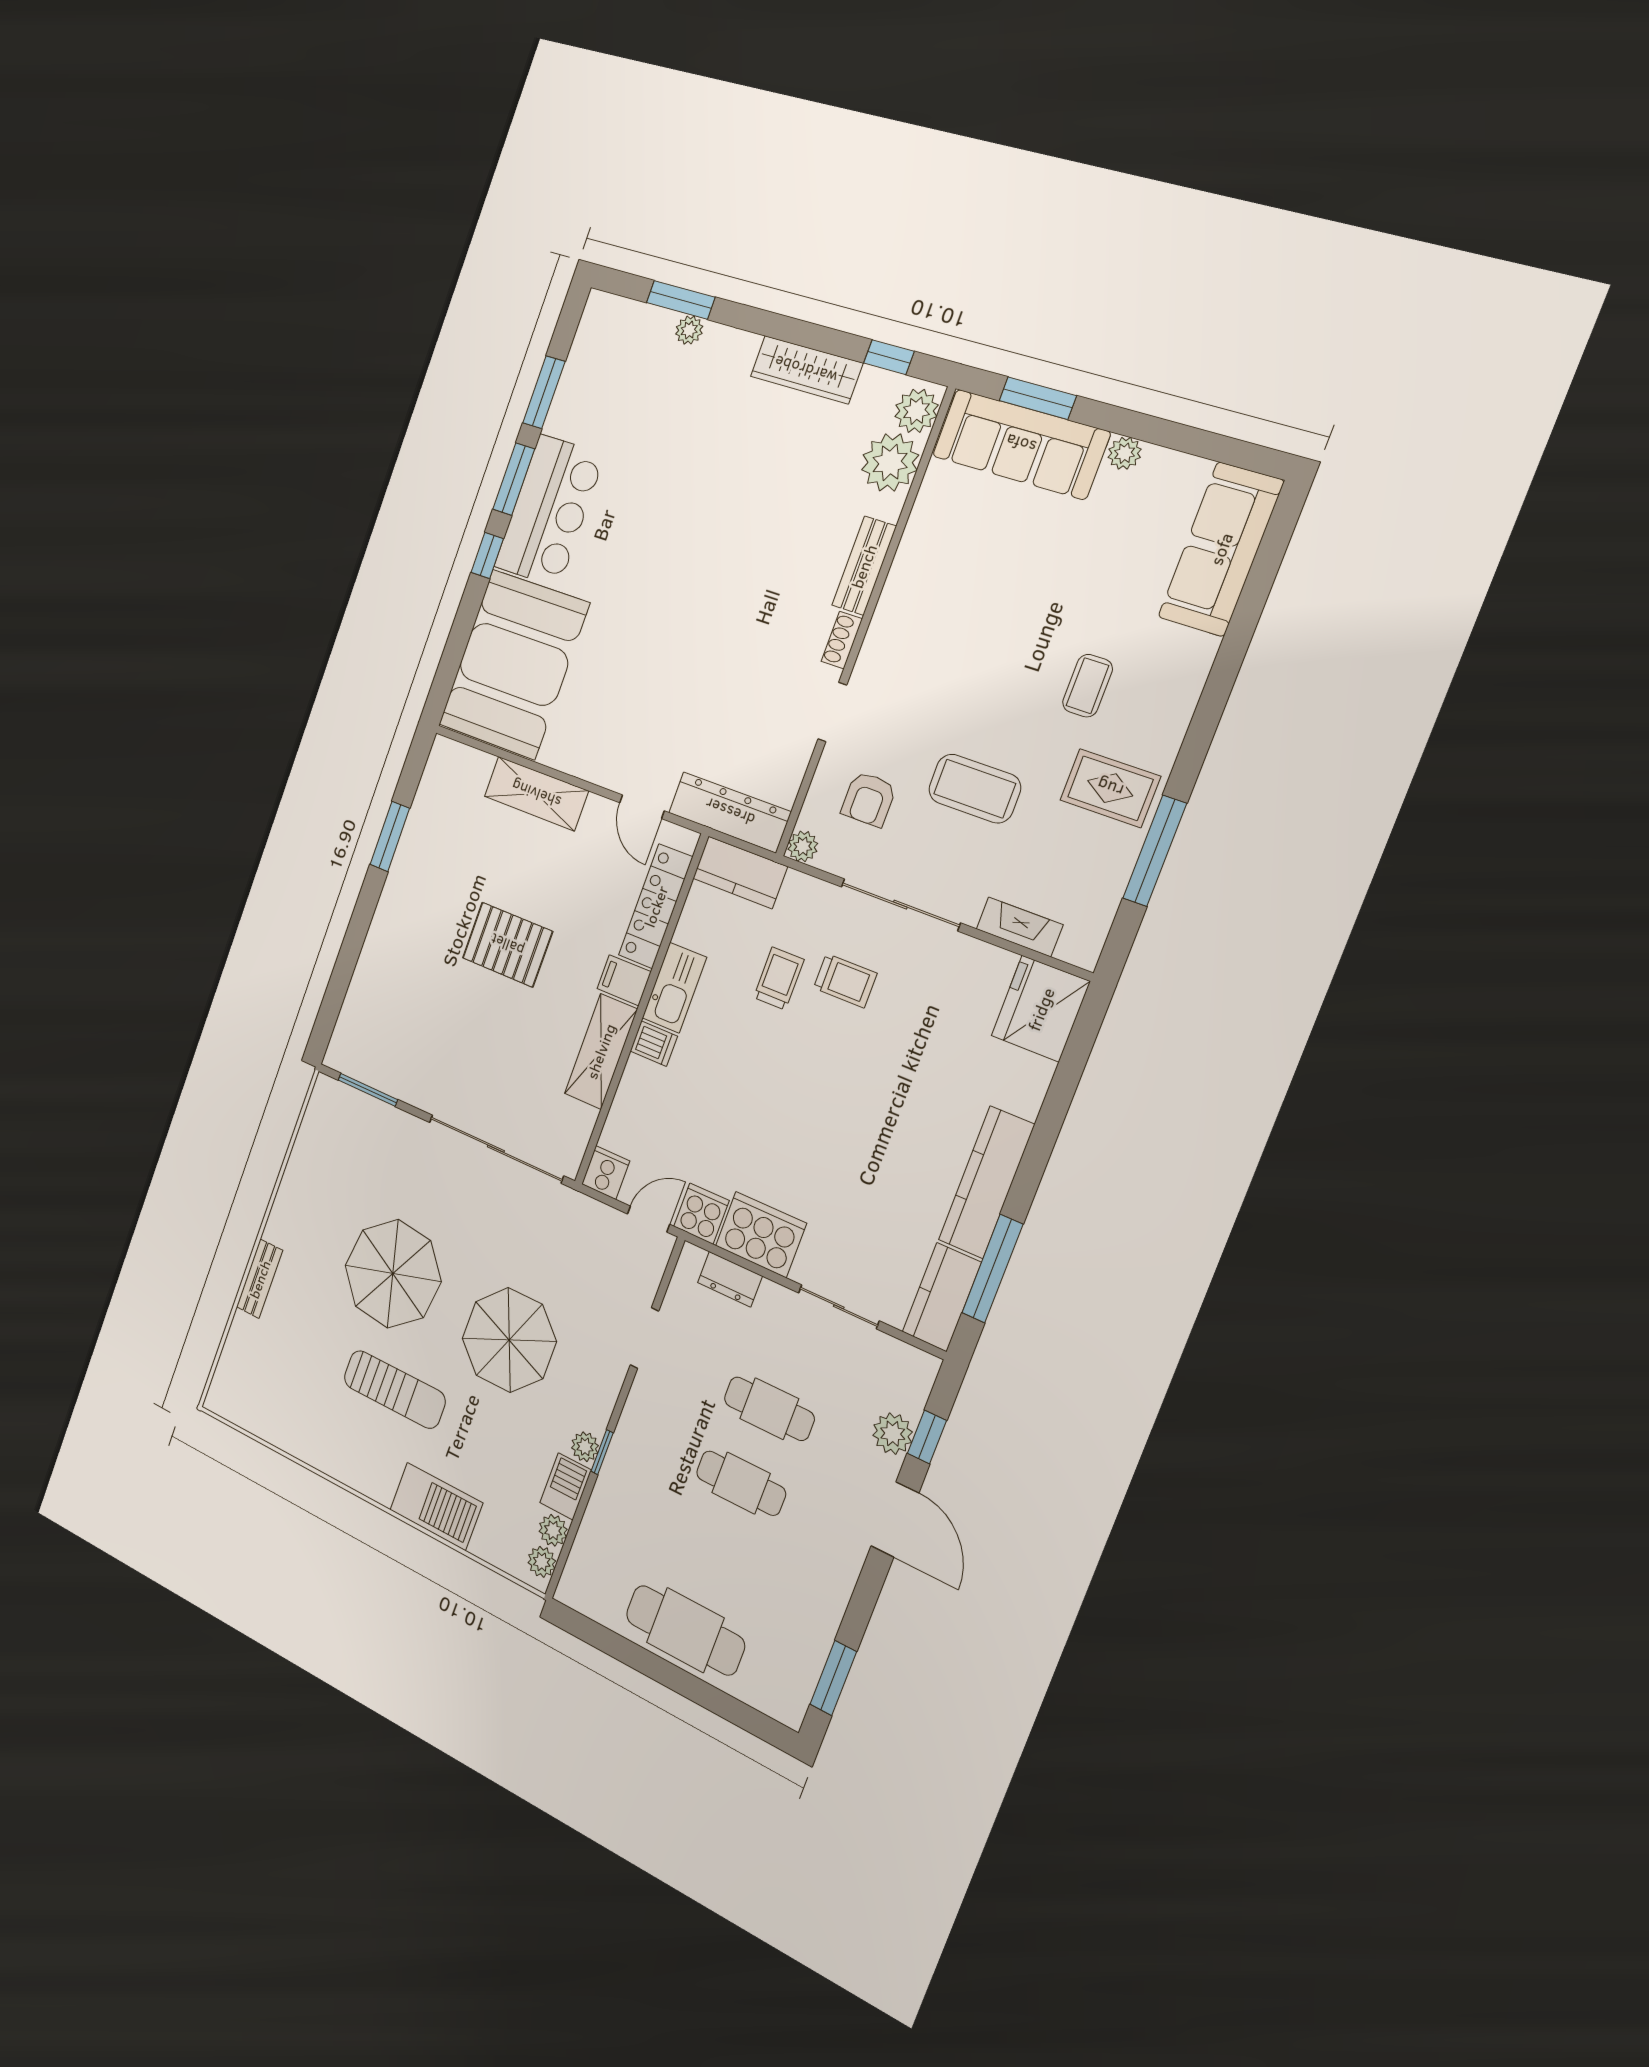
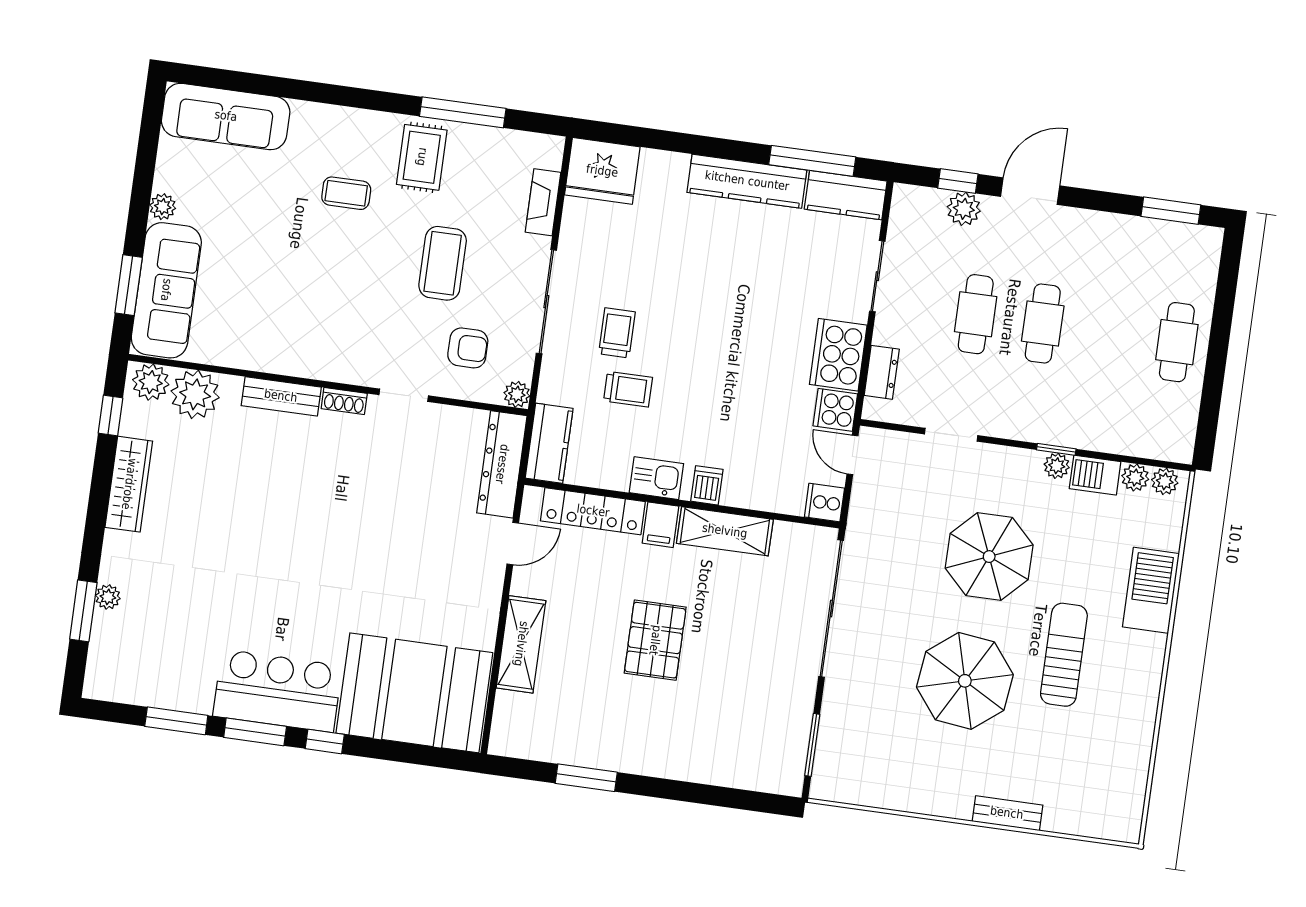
trolley: (779, 978) -> (628, 389), turned 180
kitchen sink: (674, 988) -> (656, 478), width x0.73
cafe table: (685, 1630) -> (1177, 342), width x0.73, depth x0.74

